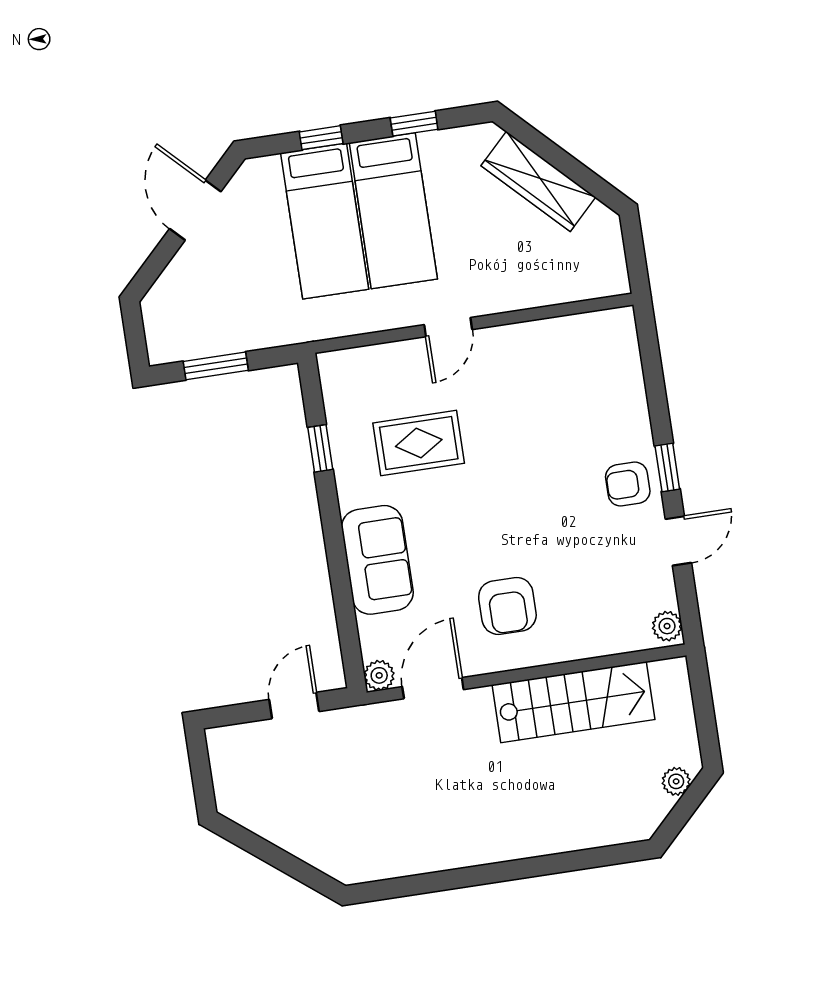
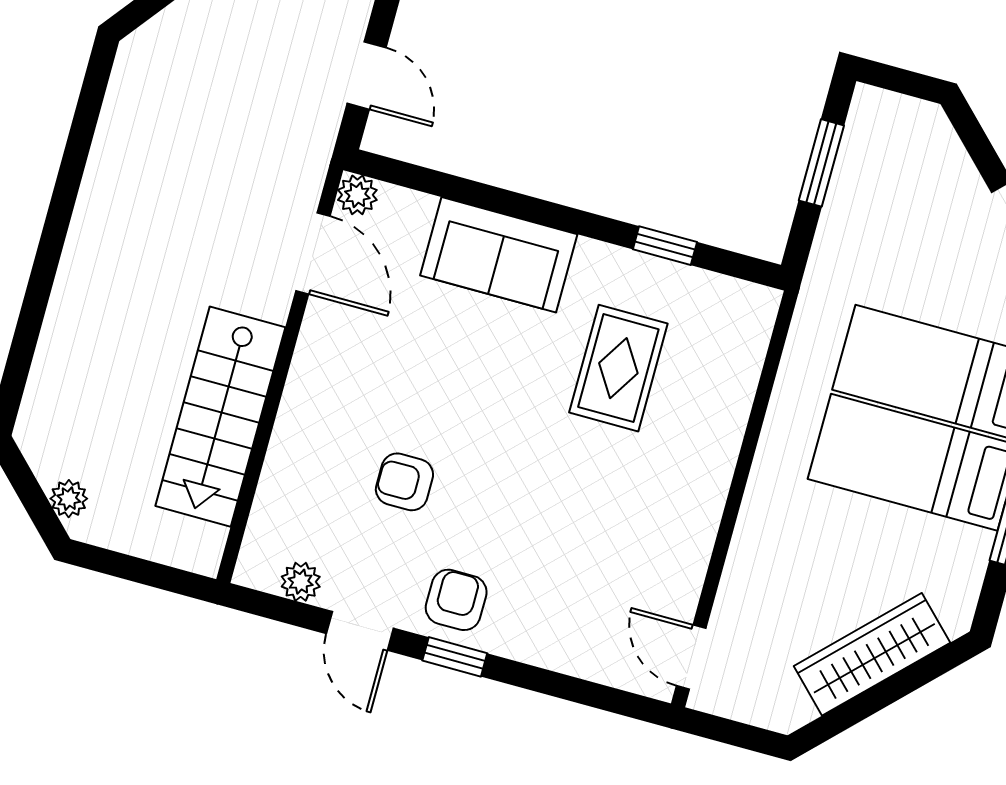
door: (448, 327) -> (691, 657), moved
armchair: (507, 606) -> (404, 482), moved, width x0.72, depth x0.72
plant: (667, 626) -> (301, 582), moved

